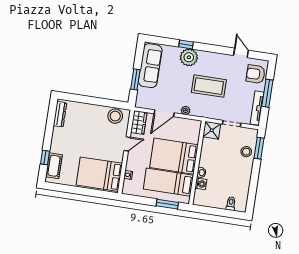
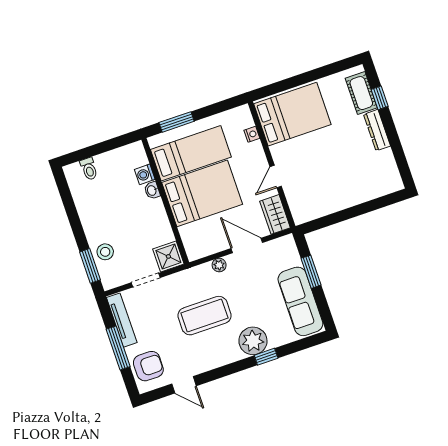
door: (164, 113) -> (247, 245), hinge flipped
dresser: (60, 114) -> (377, 130), moved
stool: (115, 116) -> (312, 206), removed

